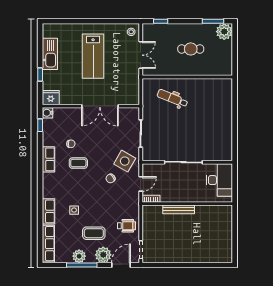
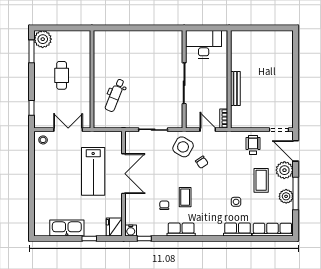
lab bench: (93, 56) -> (93, 171), moved, turned 90

